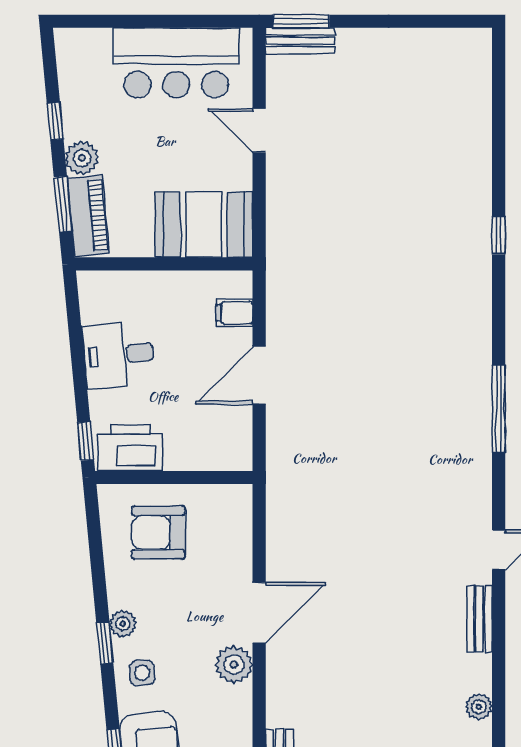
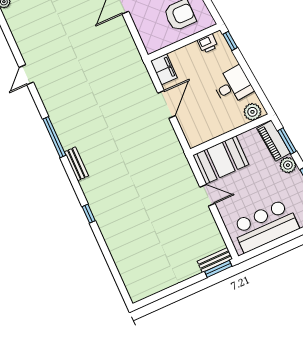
door: (259, 130) -> (207, 195), moved
plant: (104, 288) -> (252, 112), added
filing cabinet: (234, 313) -> (164, 69), moved, width x2.00
printer: (130, 448) -> (208, 43), width x0.53, depth x0.68
bench: (480, 619) -> (76, 164), moved

